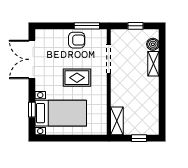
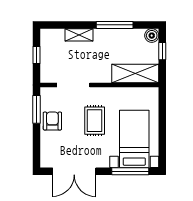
boiler: (153, 44) -> (152, 36), moved
window: (162, 96) -> (115, 25), added
window: (32, 110) -> (130, 171), width x2.17
shelving: (117, 121) -> (135, 73), width x1.50, depth x1.33

